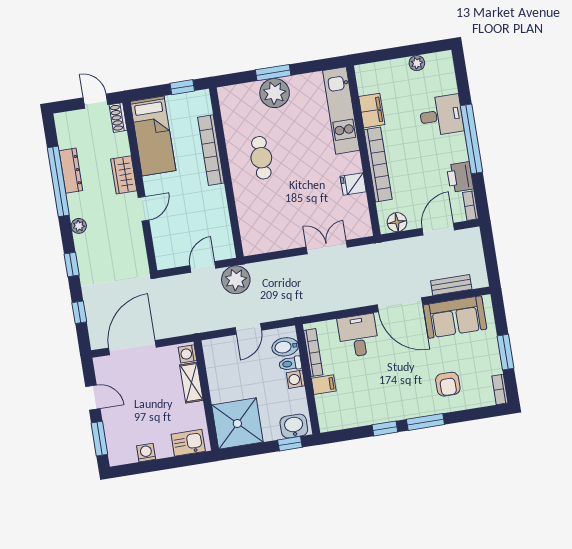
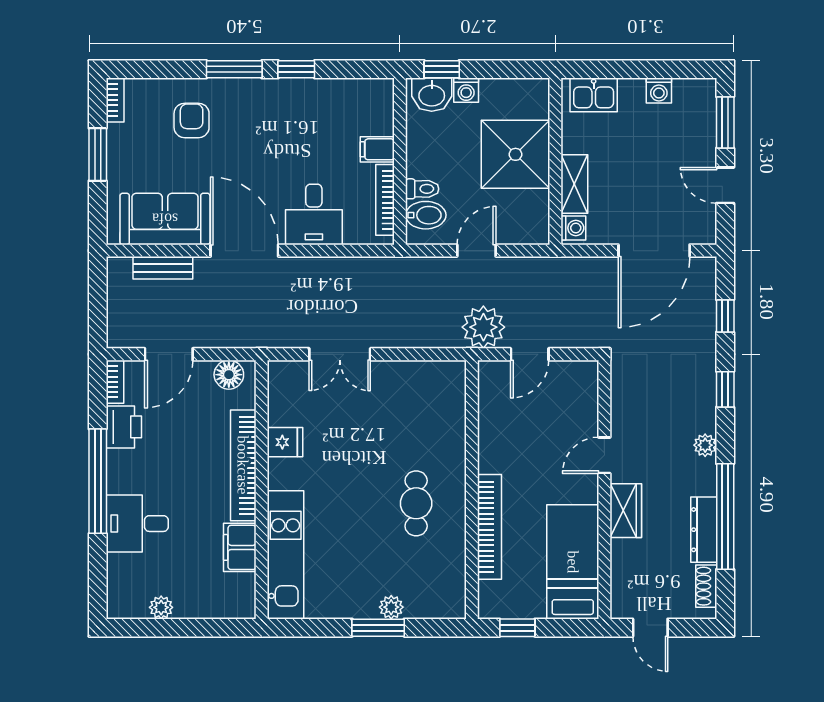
plant: (275, 93) -> (391, 607), width x0.53, depth x0.53
shoe rack: (118, 118) -> (706, 586), moved, turned 180
washing machine: (296, 379) -> (466, 90), moved, turned 90
shower: (237, 423) -> (515, 154), moved

